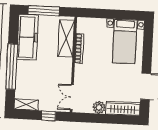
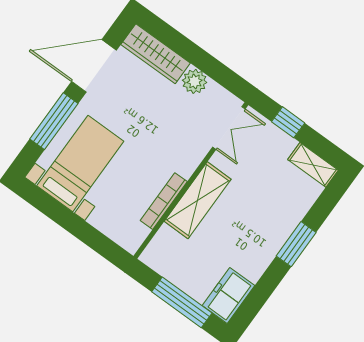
freezer: (27, 37) -> (229, 296), width x0.52, depth x0.79
shelving: (66, 38) -> (198, 200), moved
window: (147, 52) -> (54, 121), added
window: (12, 67) -> (296, 244), width x0.47

